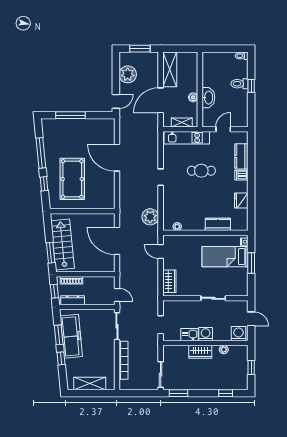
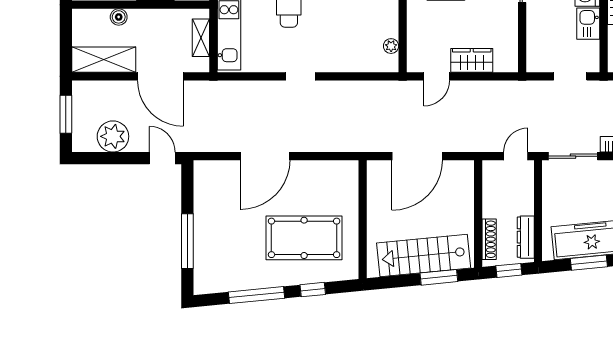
boiler: (193, 97) -> (119, 17), moved
plant: (150, 217) -> (373, 95), removed
wardrobe: (169, 281) -> (472, 60), moved

